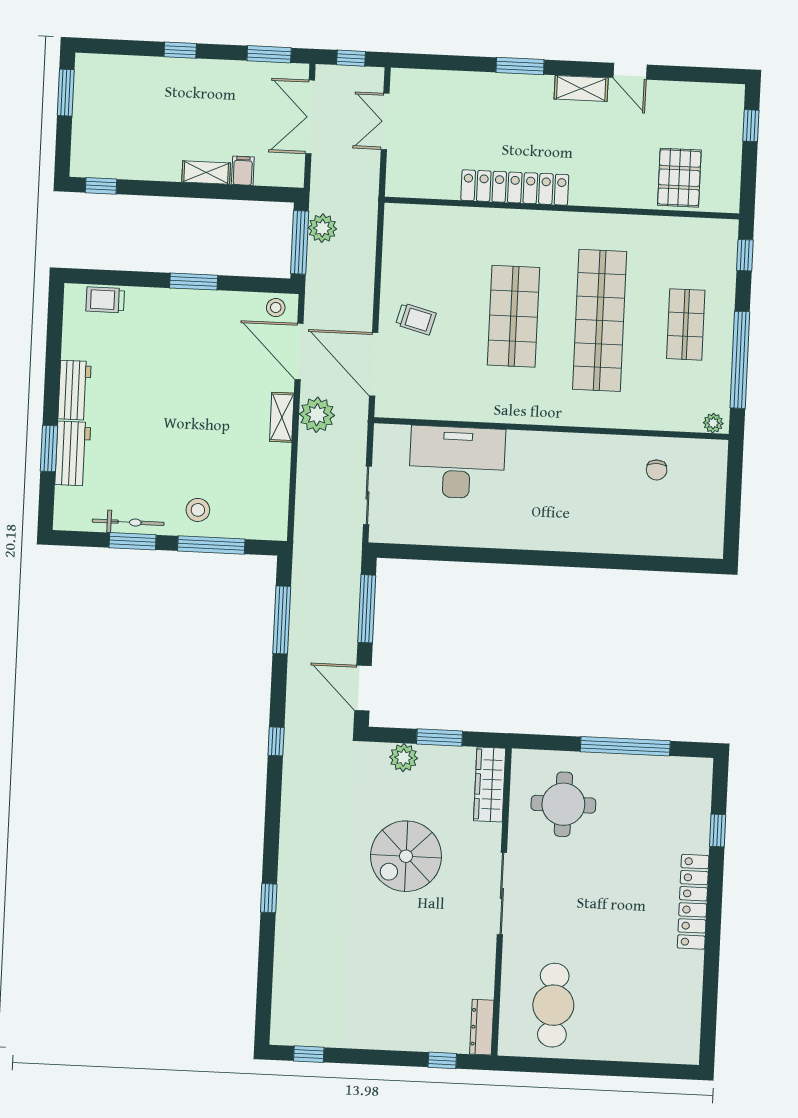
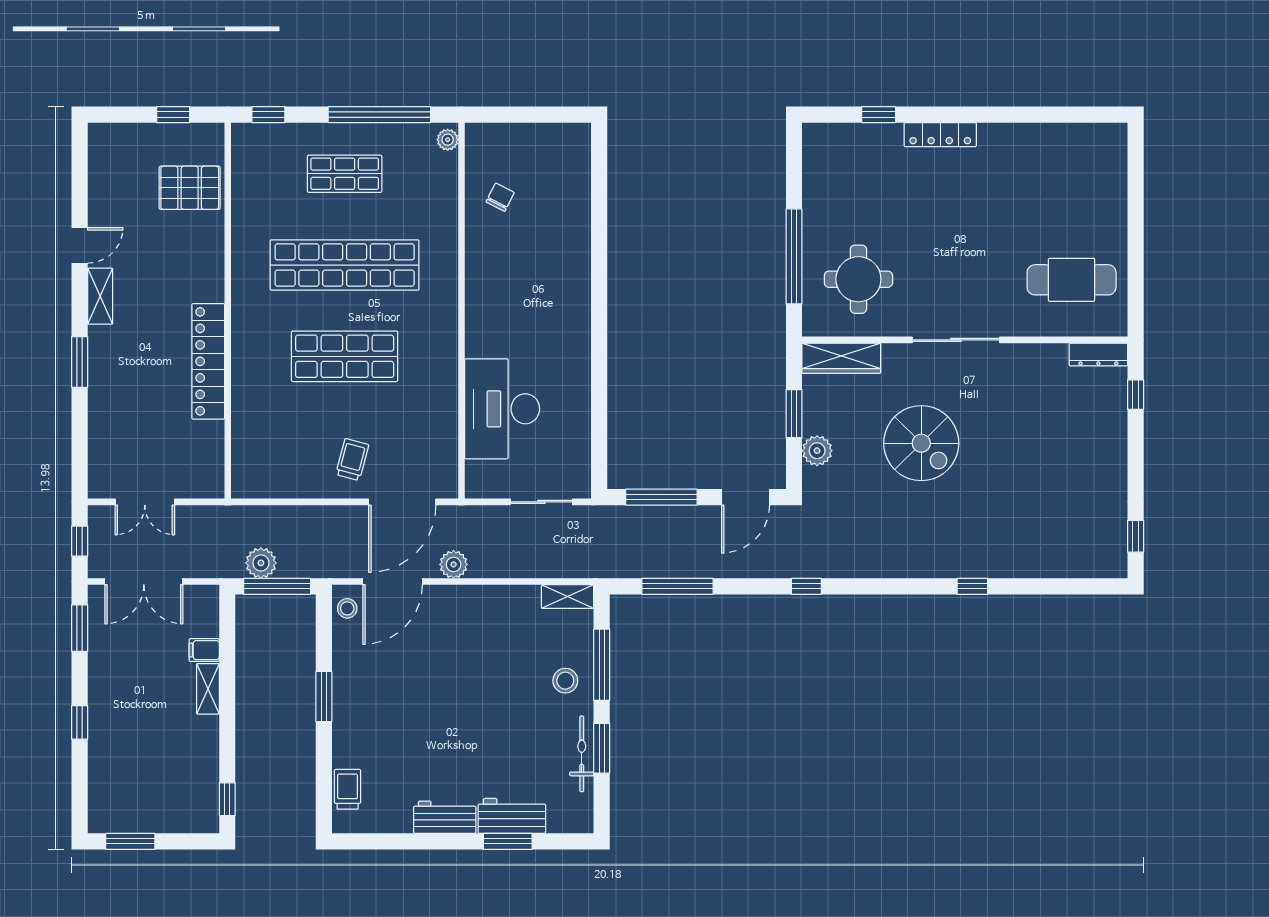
window: (751, 126) -> (173, 115), moved
trolley: (105, 300) -> (348, 789), turned 180
plant: (317, 415) -> (454, 564), width x0.73, depth x0.73
shelving: (282, 417) -> (568, 596), moved
chair: (657, 470) -> (500, 197), turned -63
window: (625, 746) -> (794, 256), moved
locker: (693, 902) -> (940, 135), width x0.71, depth x0.83

